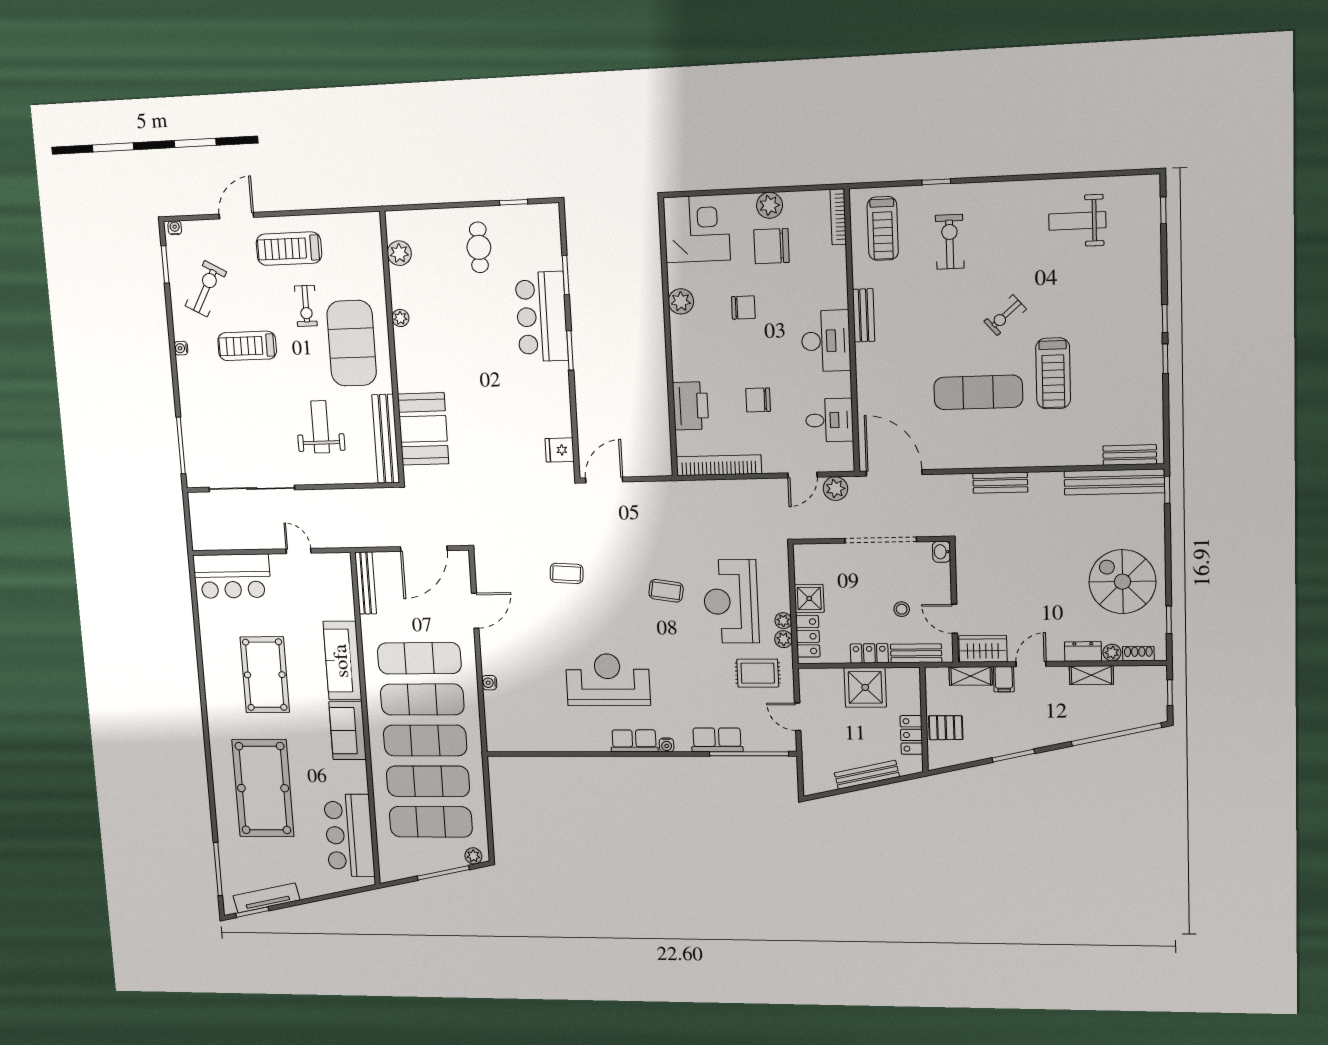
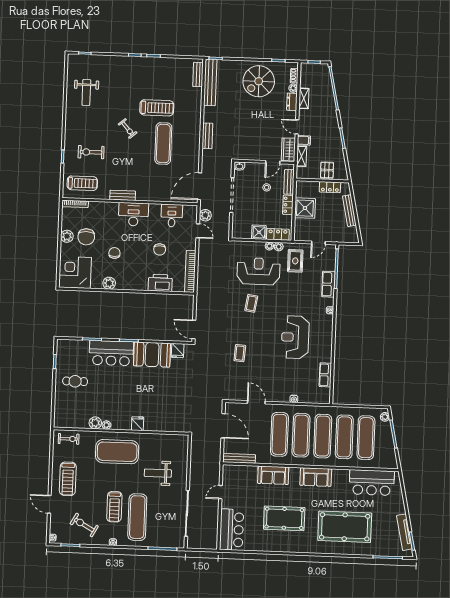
plant: (399, 253) -> (95, 423), moved
exercise bike: (306, 306) -> (69, 439), moved
fridge: (410, 380) -> (138, 424), added
exercise mat: (233, 392) -> (137, 517), added
booth: (423, 429) -> (152, 355), moved
bench: (386, 439) -> (166, 439), removed
reception desk: (731, 601) -> (258, 271), turned 180
sofa: (342, 661) -> (273, 475), width x0.73
row of seats: (634, 741) -> (325, 375), moved

